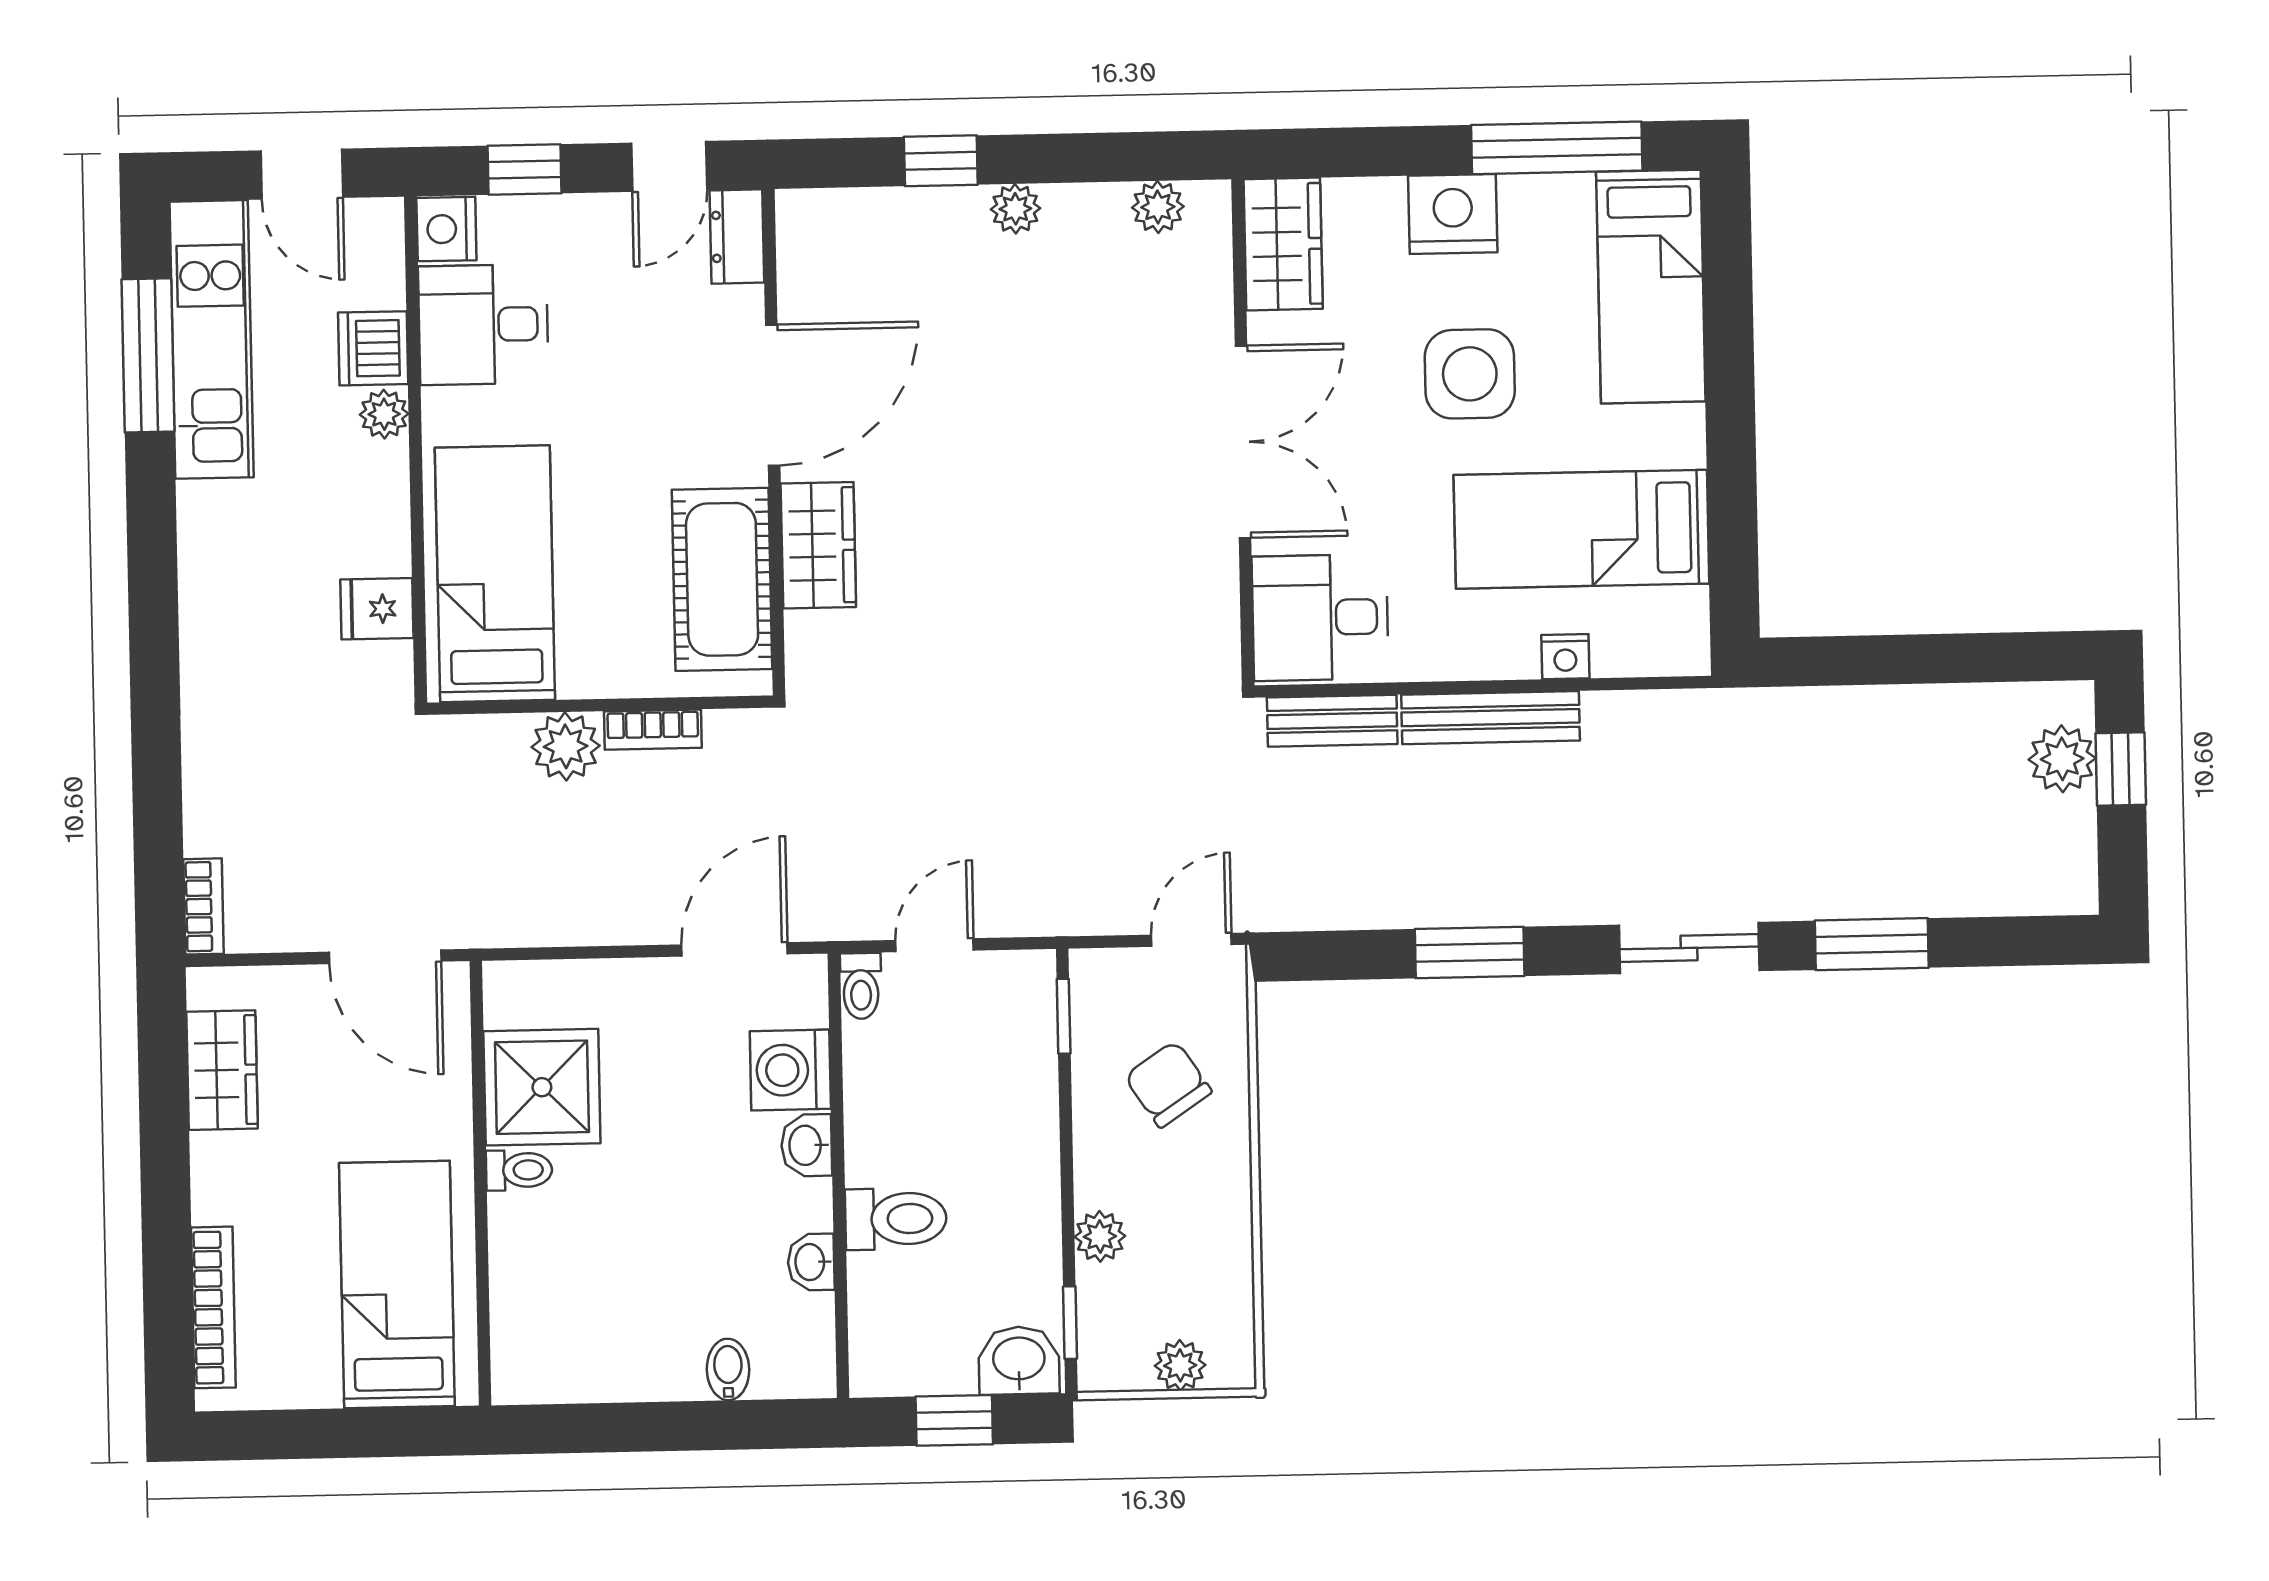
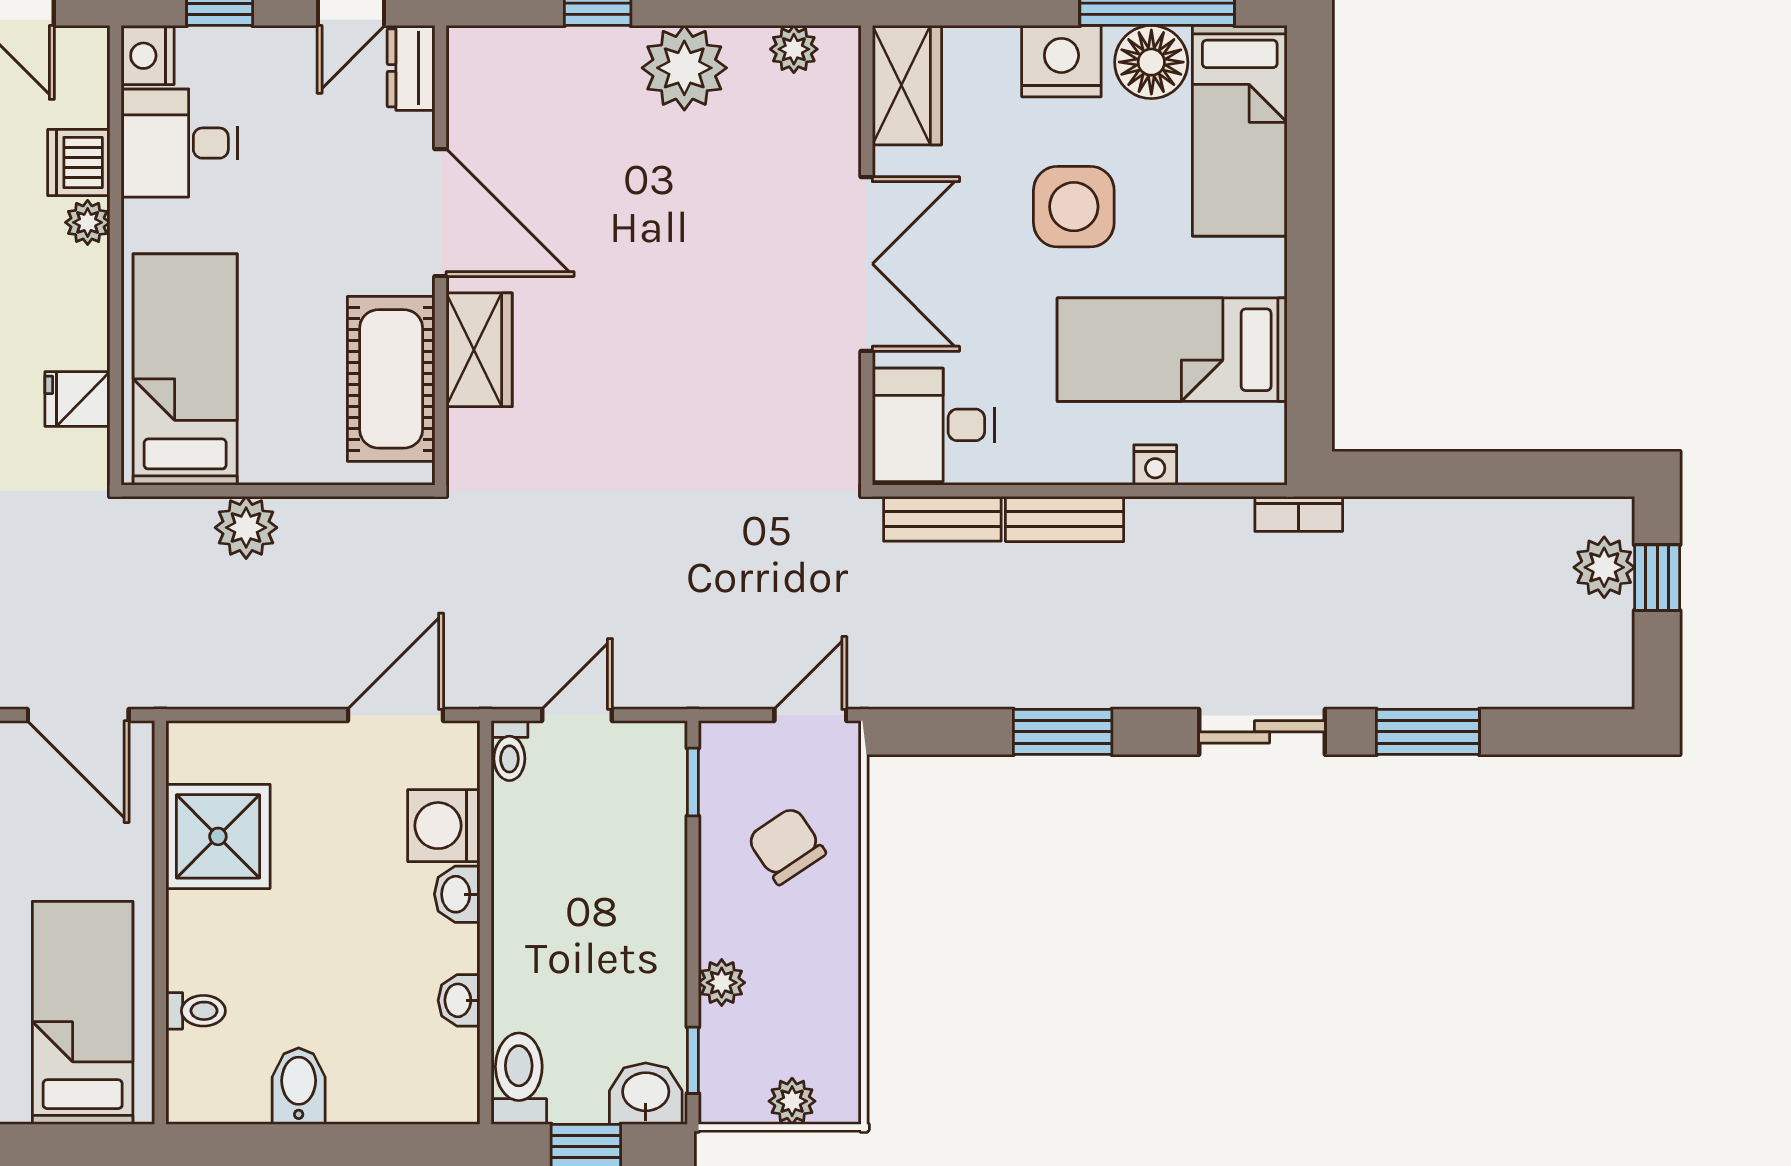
plant: (1015, 209) -> (684, 68), width x1.87, depth x1.87
floor lamp: (1552, 213) -> (1151, 62), added
door: (773, 395) -> (441, 213), hinge flipped
bench: (1491, 718) -> (1065, 519), width x0.73
bookcase: (653, 730) -> (1299, 514), moved
toilet: (519, 1170) -> (196, 1011), moved
toilet: (896, 1219) -> (519, 1079), moved, turned -90
bidet: (728, 1369) -> (299, 1086), moved, width x1.38, depth x1.36

